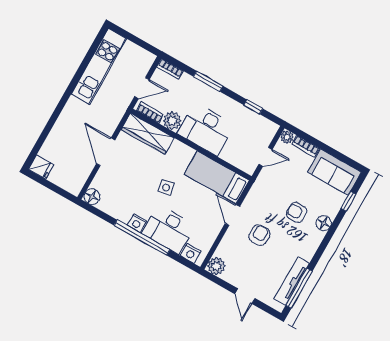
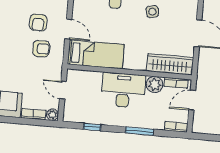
door: (266, 157) -> (63, 90), hinge flipped
side table: (166, 187) -> (152, 12), moved
armchair: (297, 212) -> (41, 49), moved

